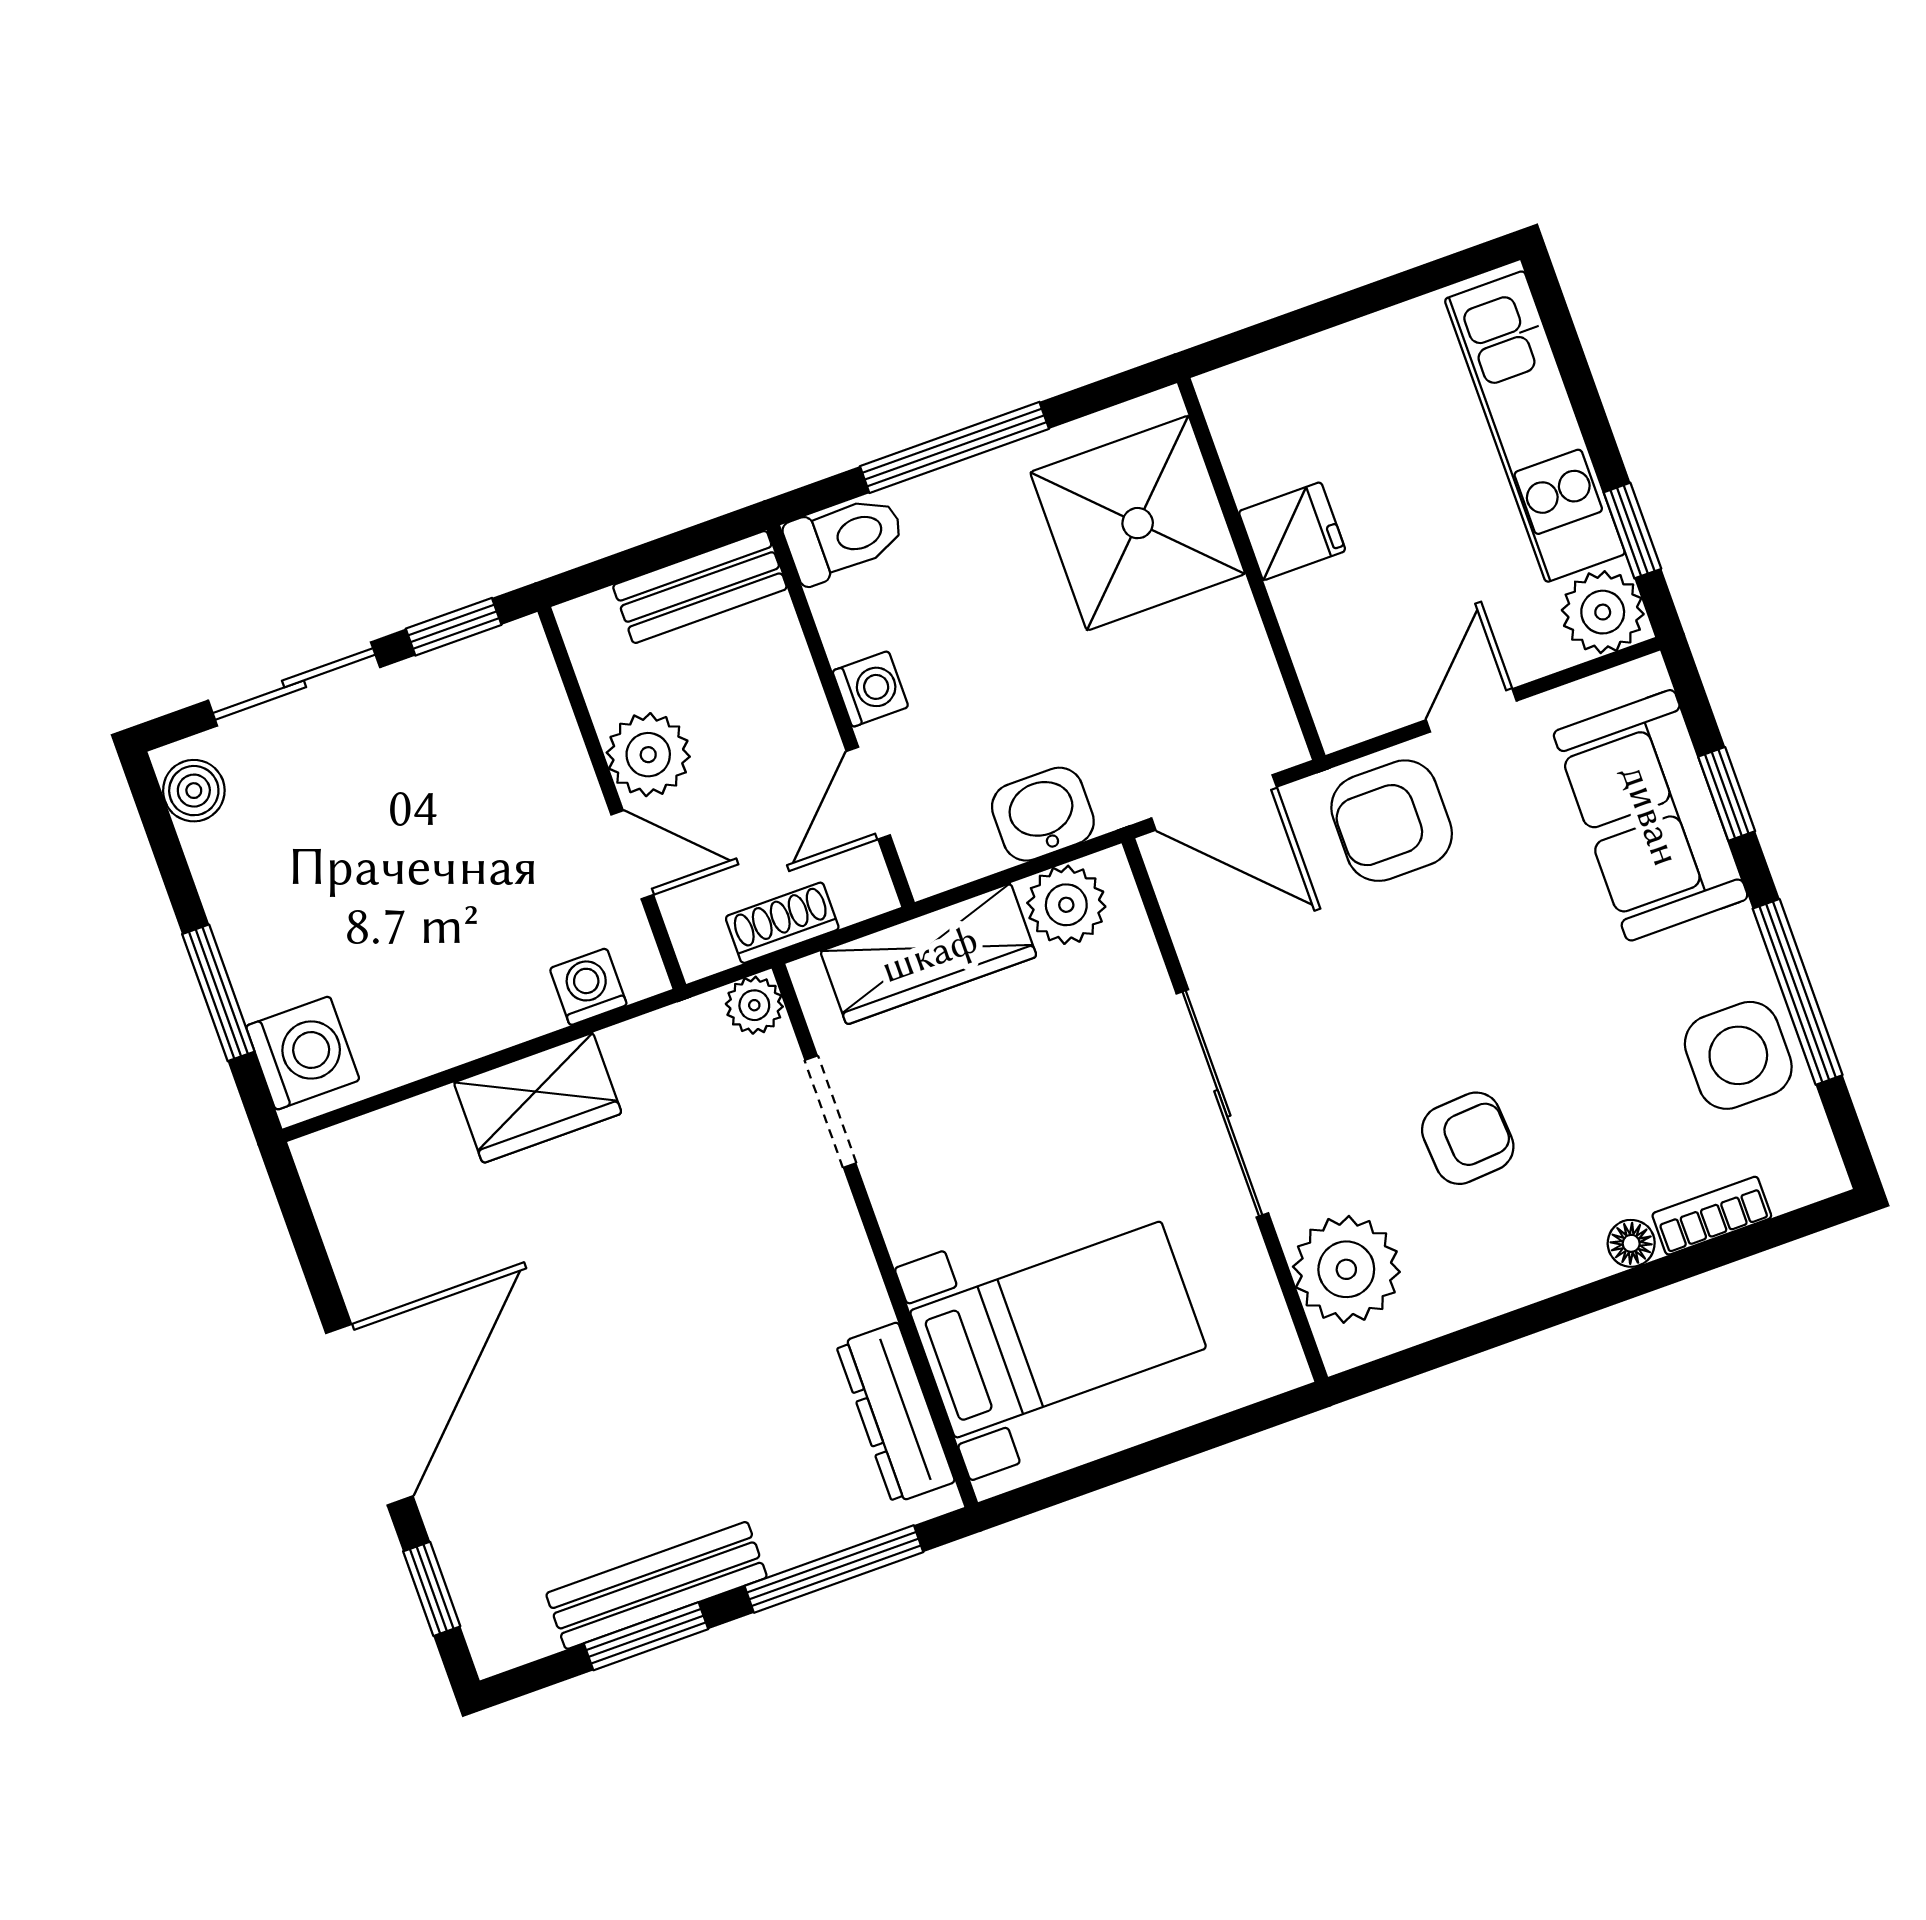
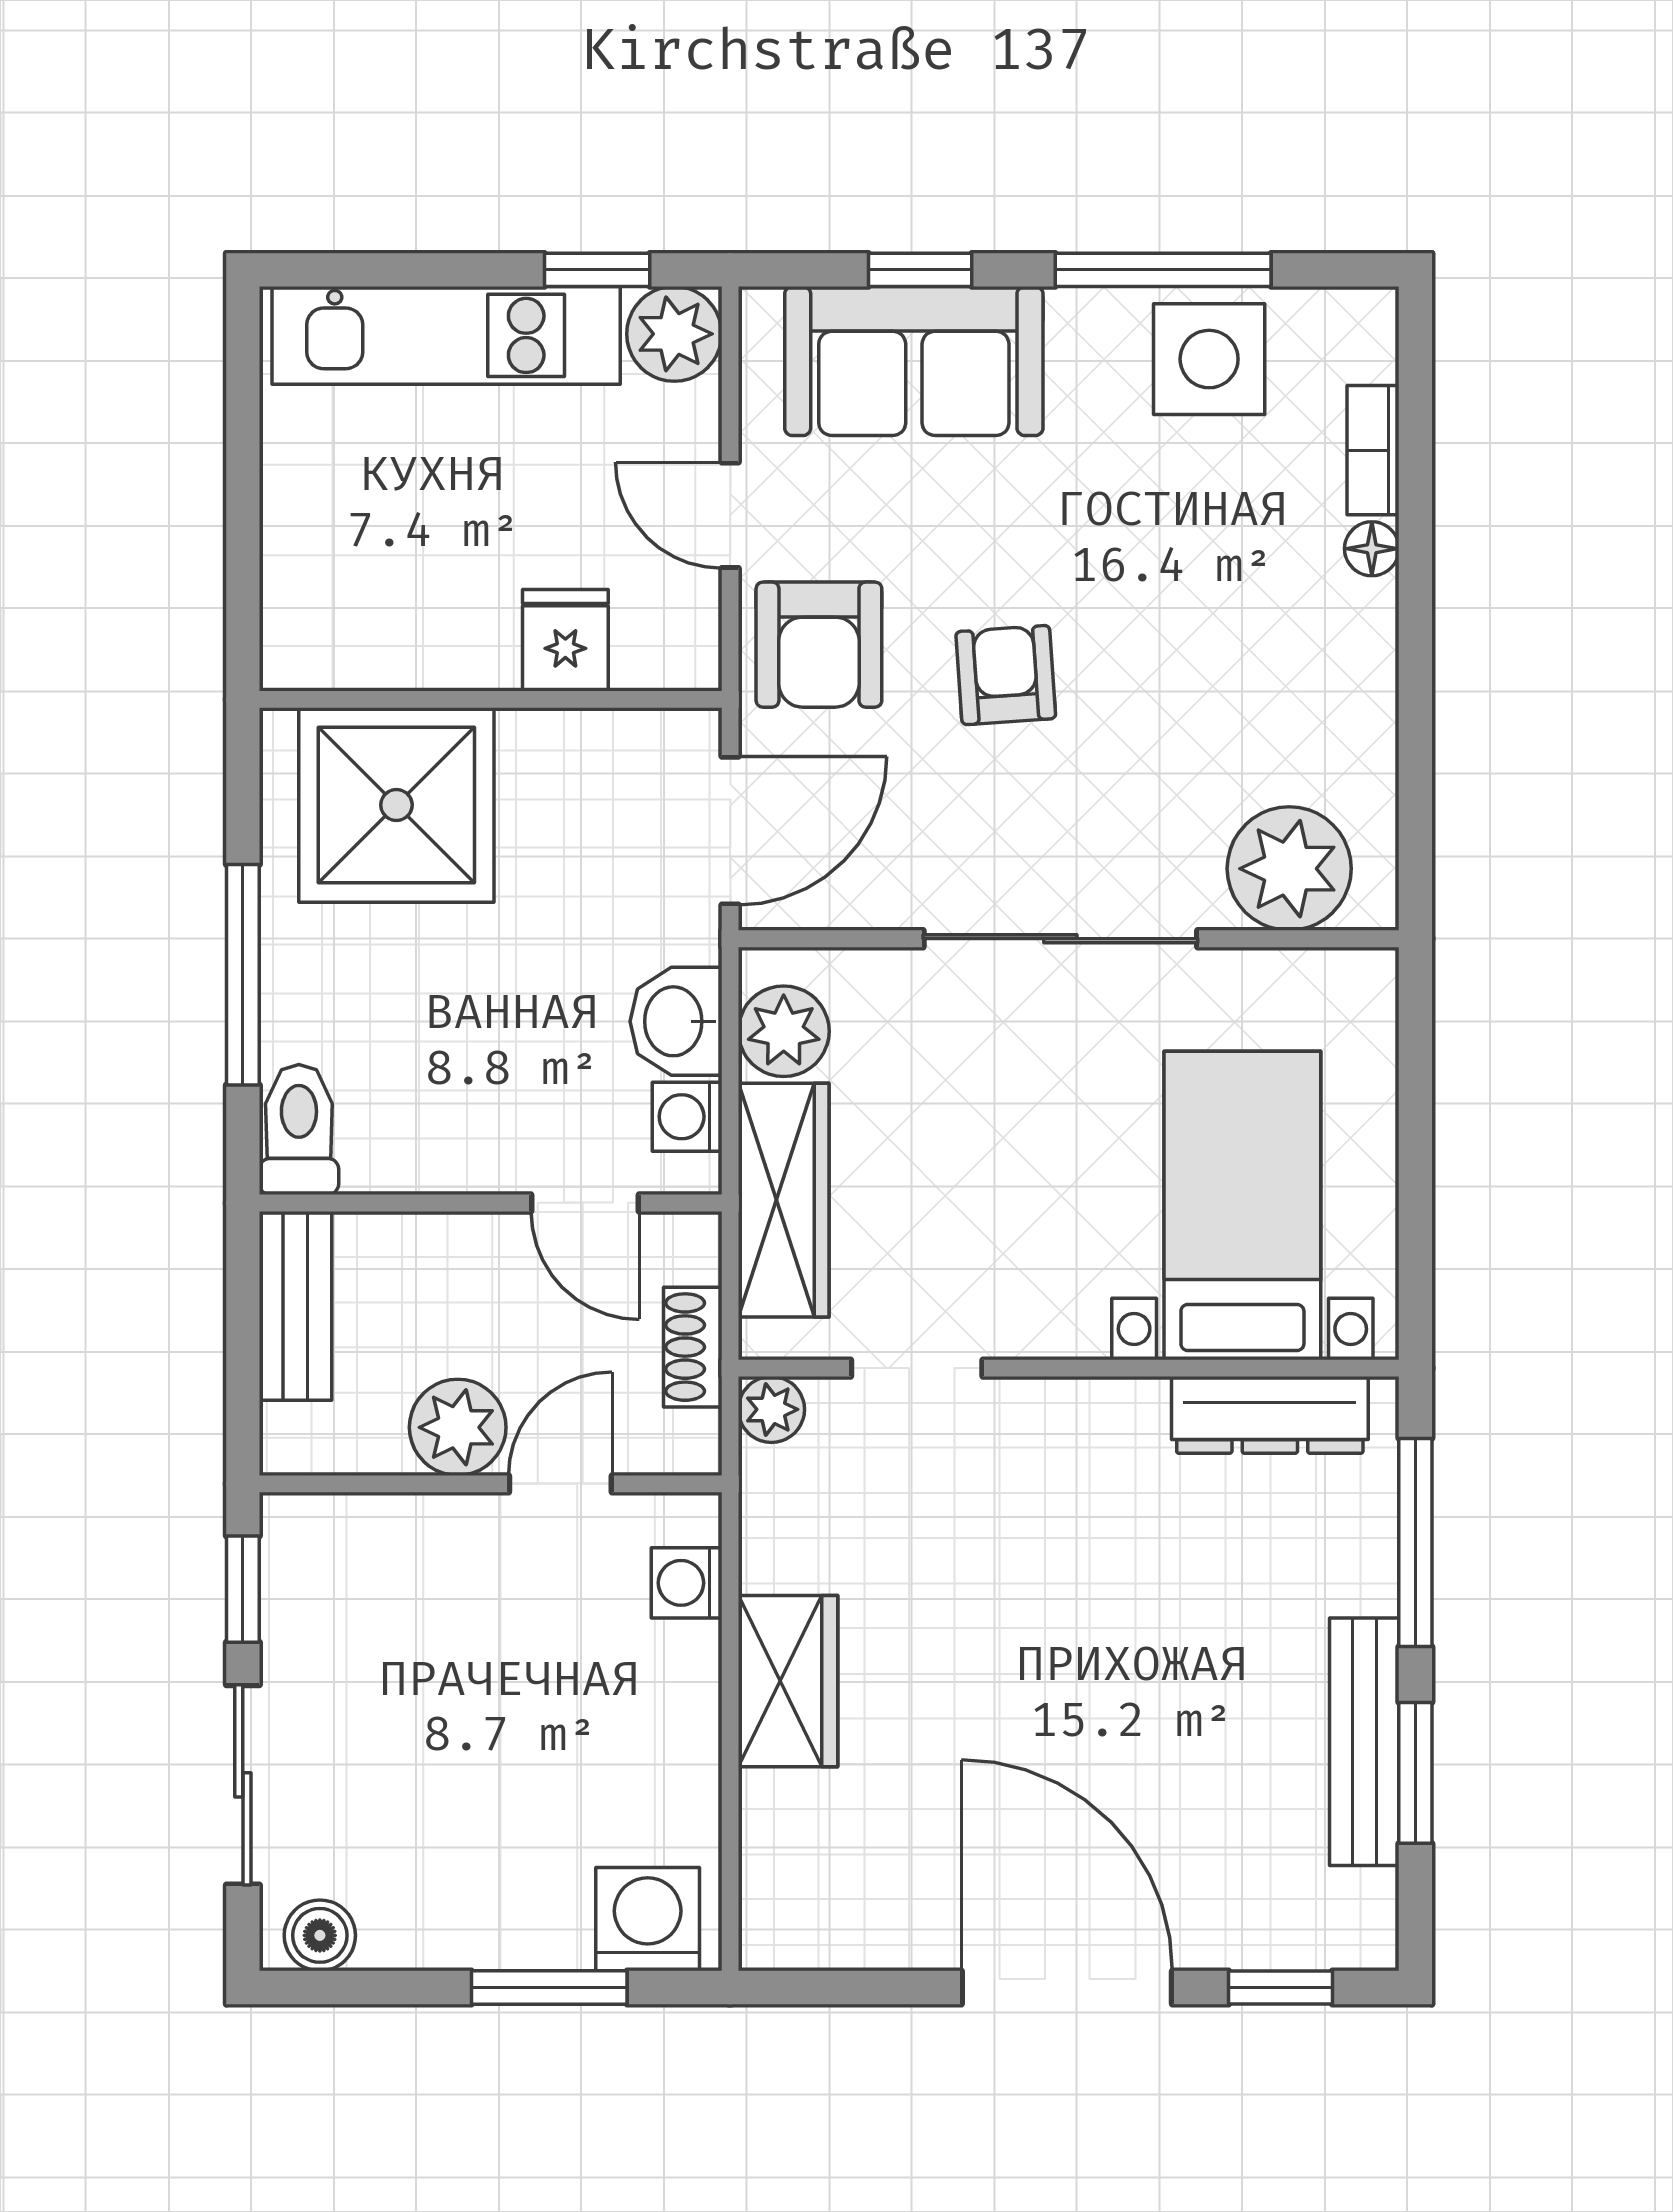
fridge: (1292, 531) -> (565, 640), moved
washing machine: (870, 689) -> (687, 1117), moved, turned -90
armchair: (1468, 1138) -> (1006, 675), moved

